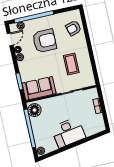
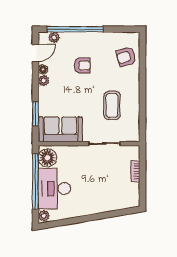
armchair: (44, 41) -> (82, 65), width x0.53, depth x0.53
desk: (68, 133) -> (54, 189), moved, turned 100

